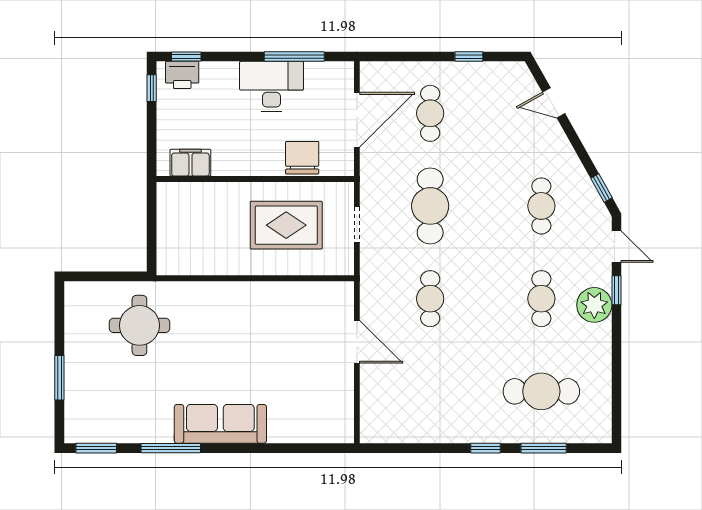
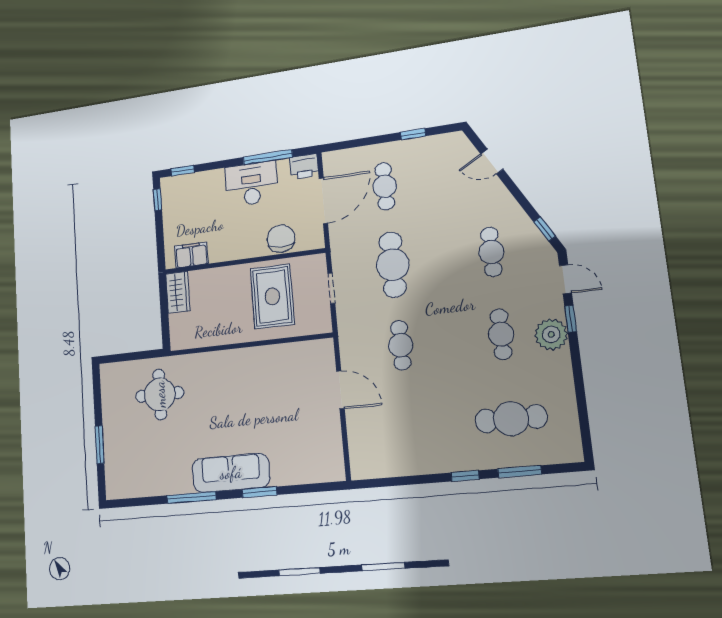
printer: (182, 75) -> (304, 166), moved
wardrobe: (170, 206) -> (178, 292), added
rug: (286, 225) -> (272, 296), turned 90
window: (96, 448) -> (260, 492), moved

